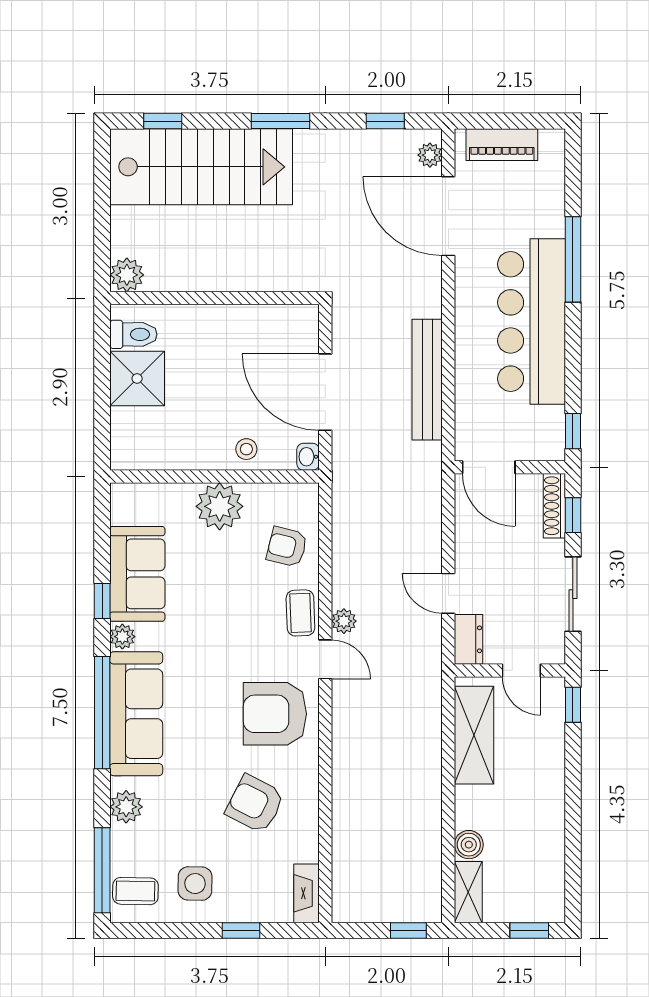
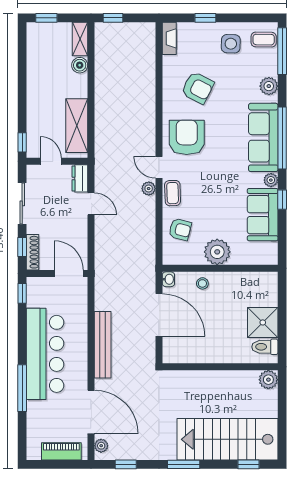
bench: (427, 380) -> (103, 345), moved
armchair: (275, 714) -> (187, 137), turned -90

